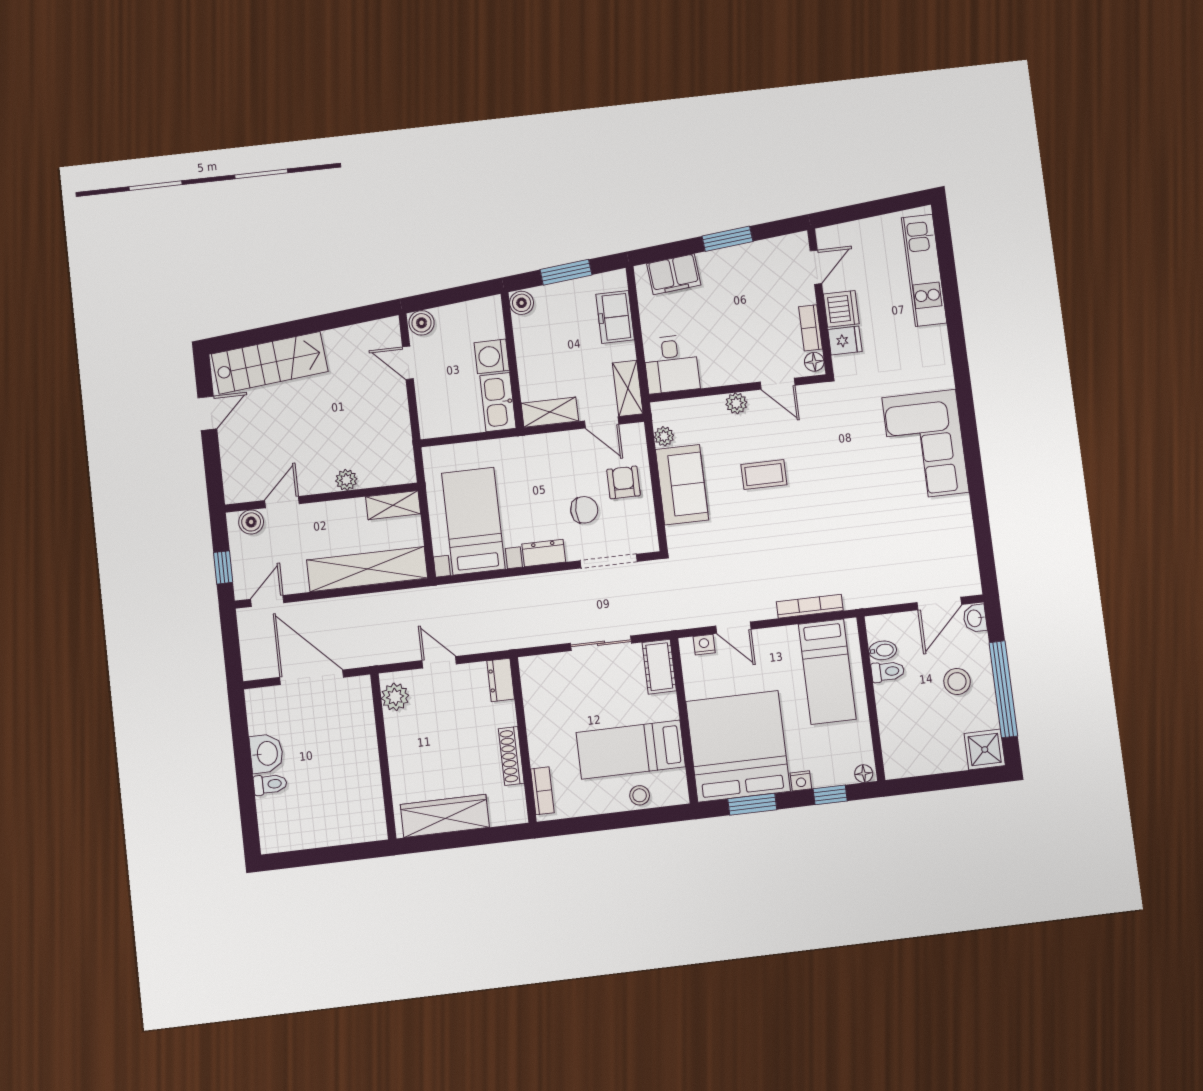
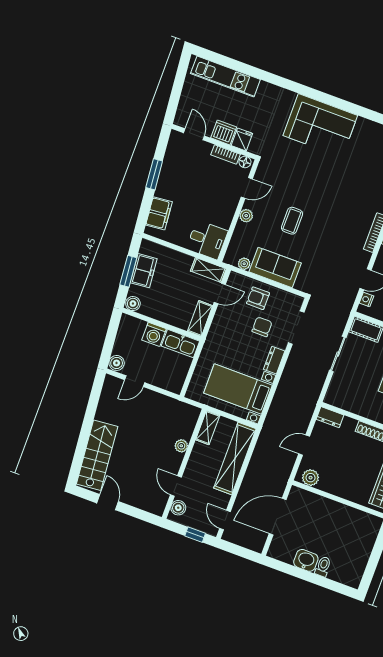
freezer: (615, 317) -> (144, 271), moved, turned -95

